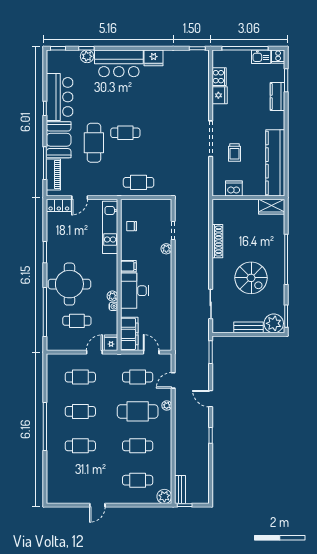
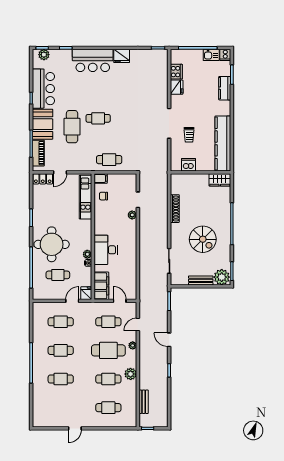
plant: (87, 56) -> (44, 55), moved
filing cabinet: (128, 266) -> (101, 178), moved
bench: (180, 490) -> (144, 402), moved
plant: (164, 496) -> (131, 374), moved

